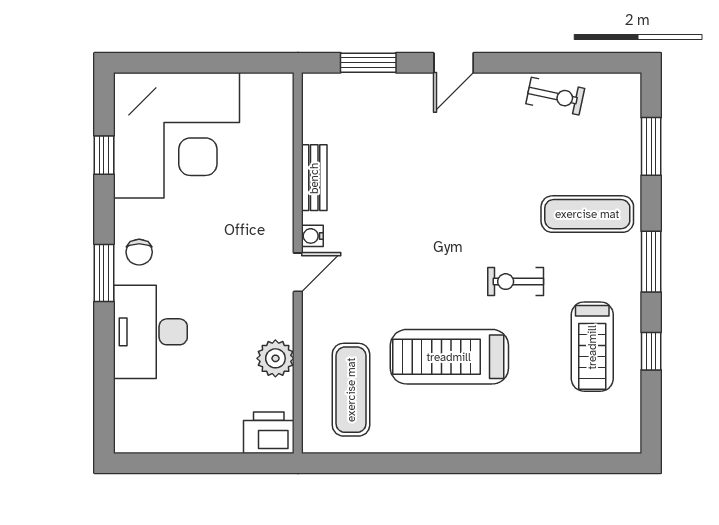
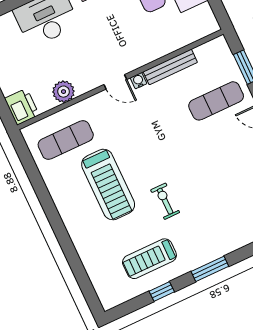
bench: (314, 178) -> (170, 67), width x1.36
exercise mat: (587, 214) -> (216, 101), moved, turned 90
treadmill: (449, 357) -> (108, 185), turned 180

